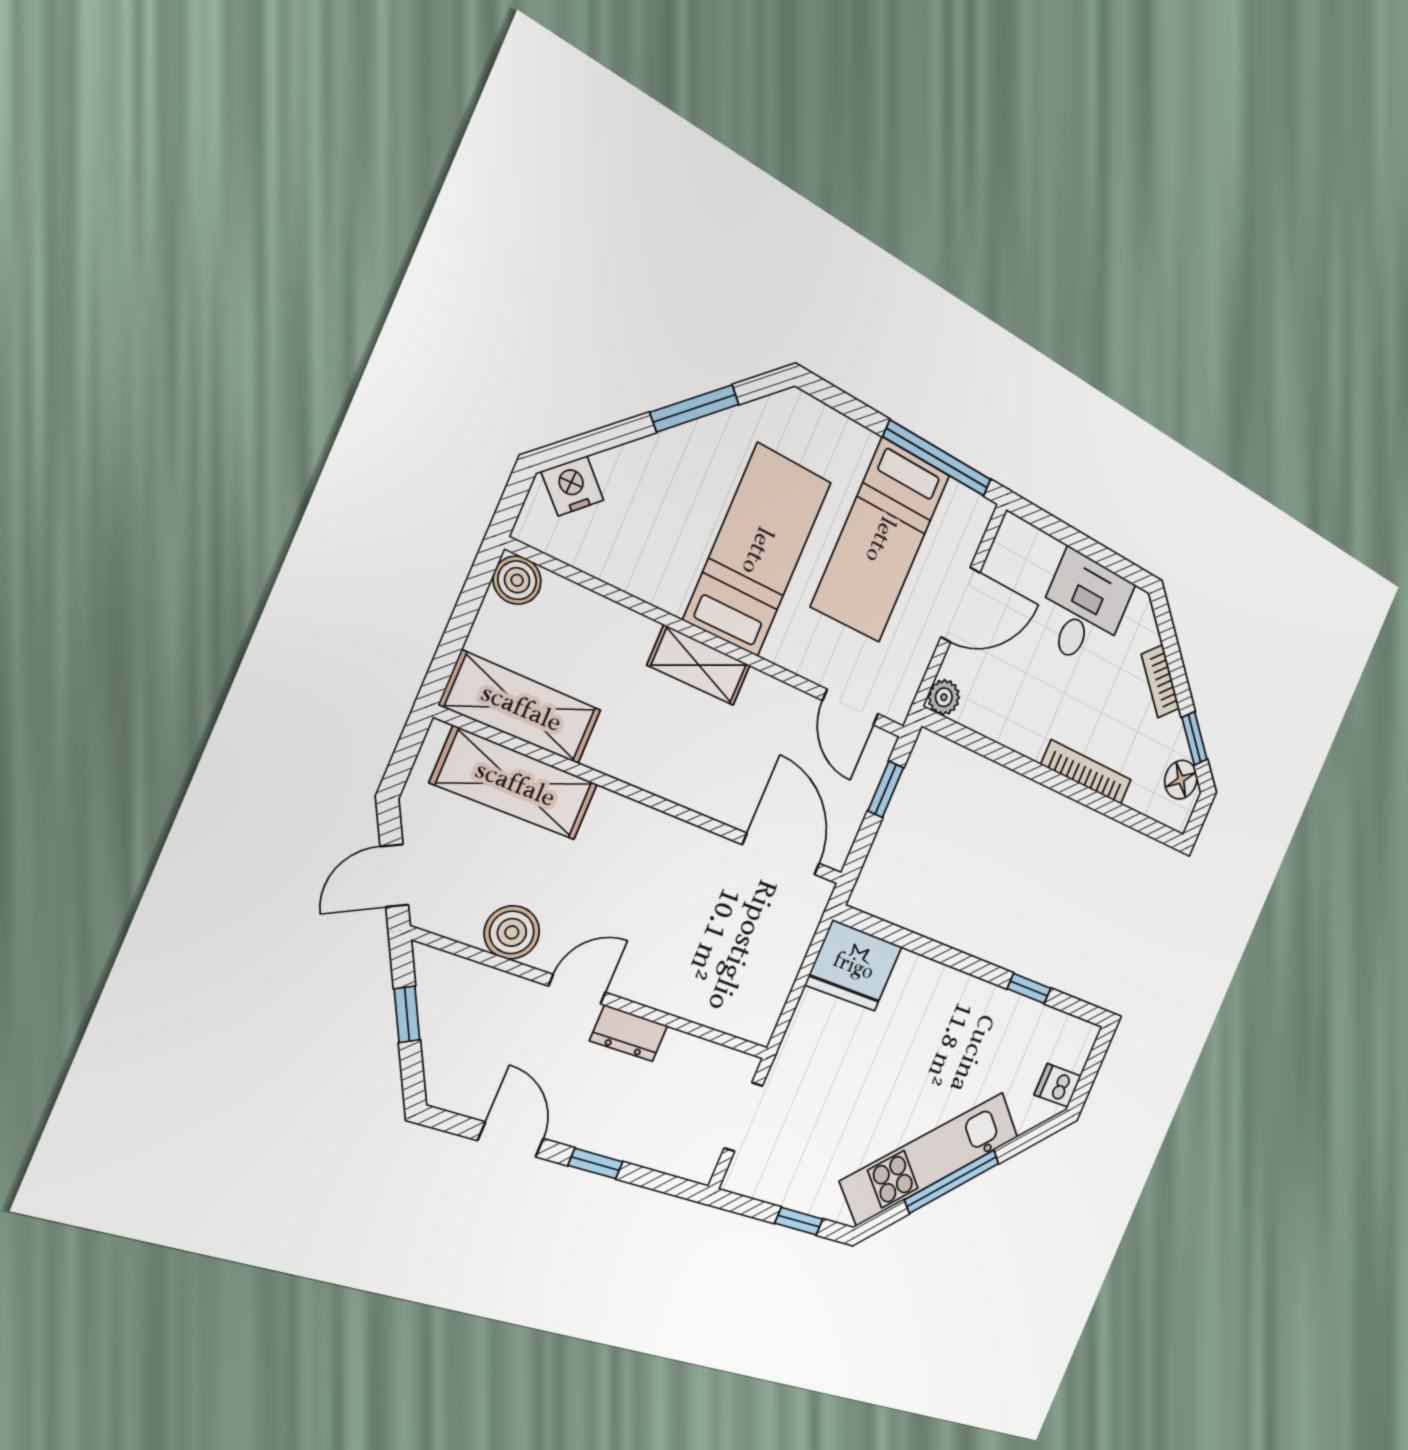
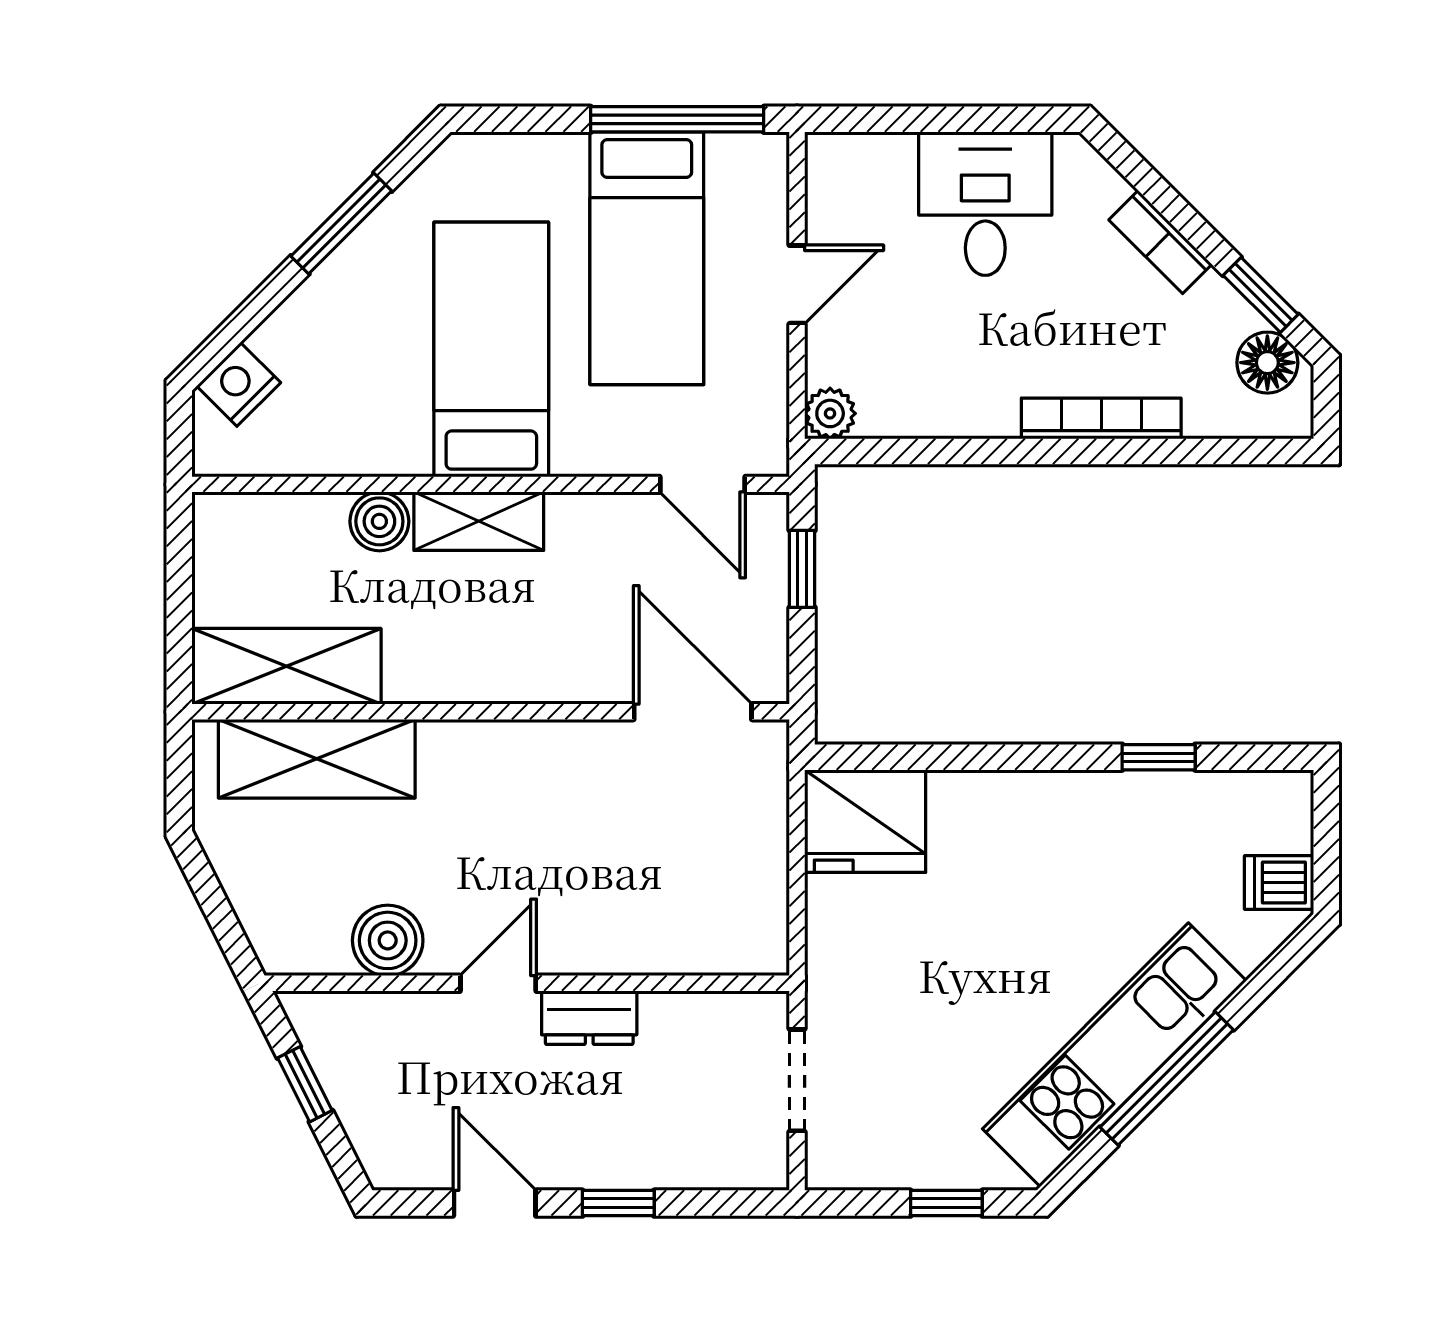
boiler: (517, 580) -> (379, 521), moved
door: (960, 605) -> (797, 284), width x0.73
door: (394, 876) -> (224, 922), removed

